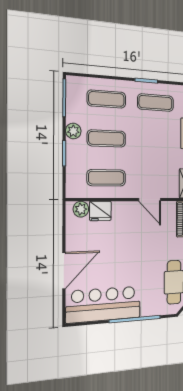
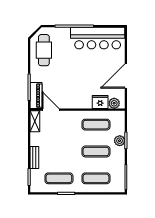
plant: (73, 131) -> (120, 141), moved
door: (150, 200) -> (51, 110), moved
door: (64, 271) -> (126, 76), moved

